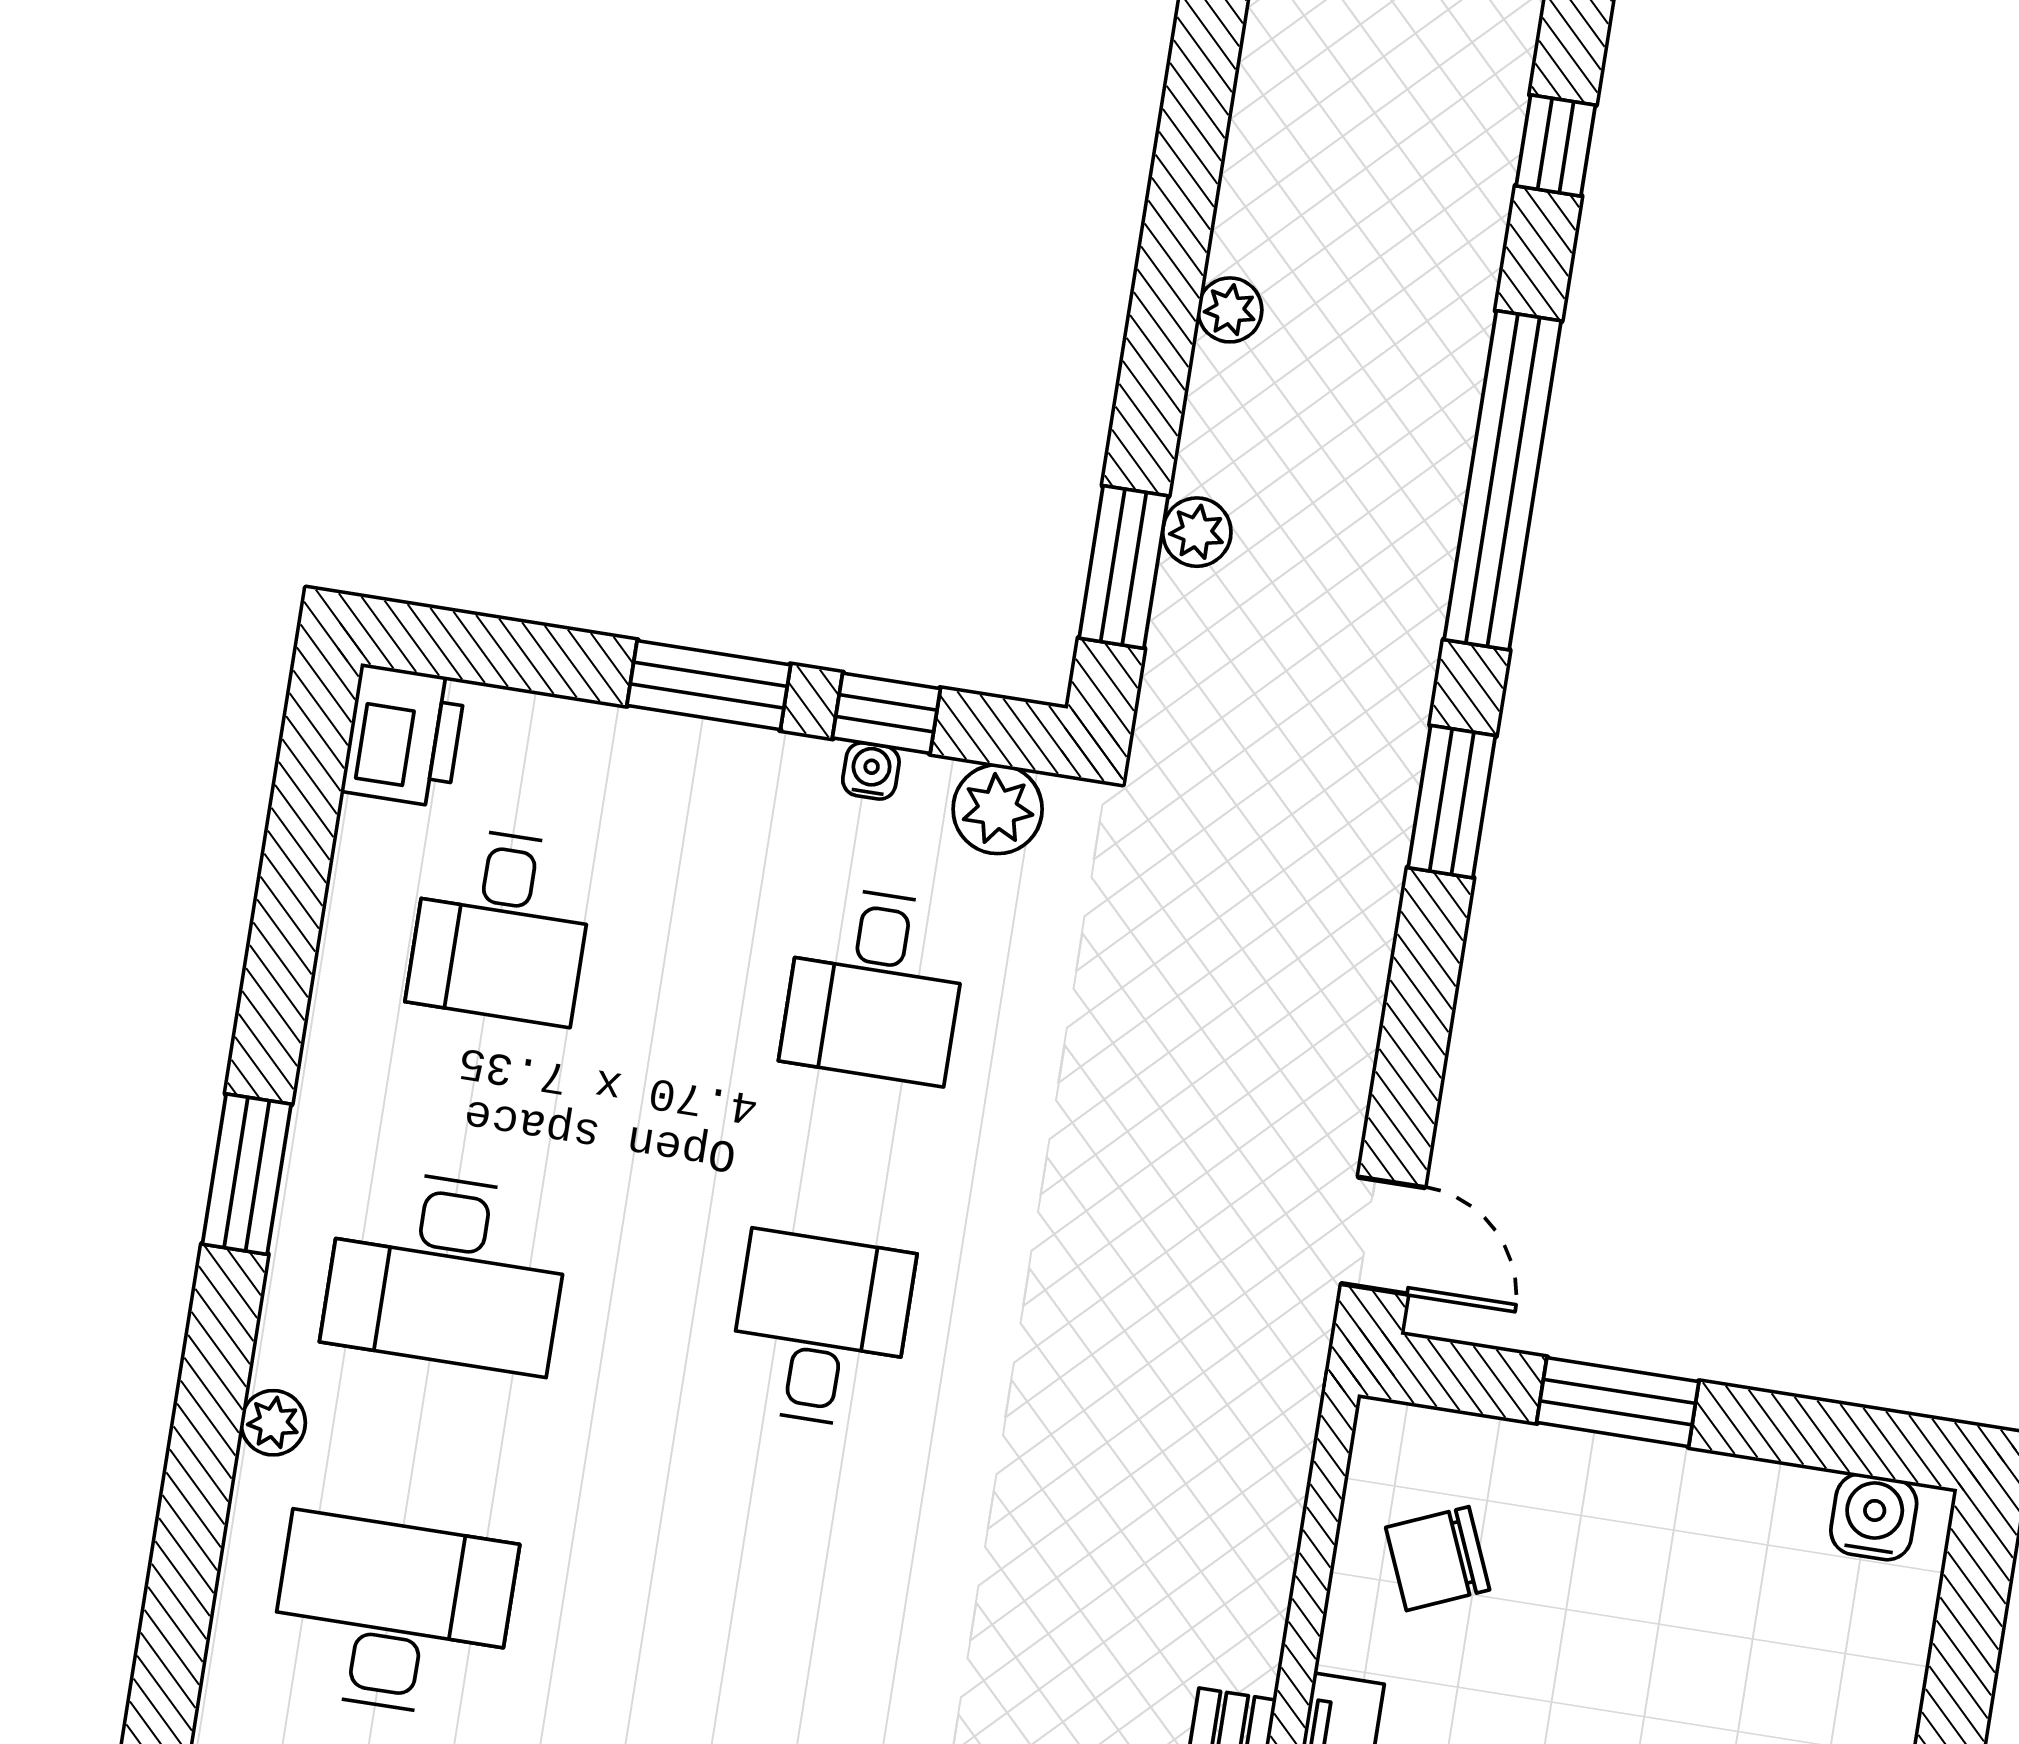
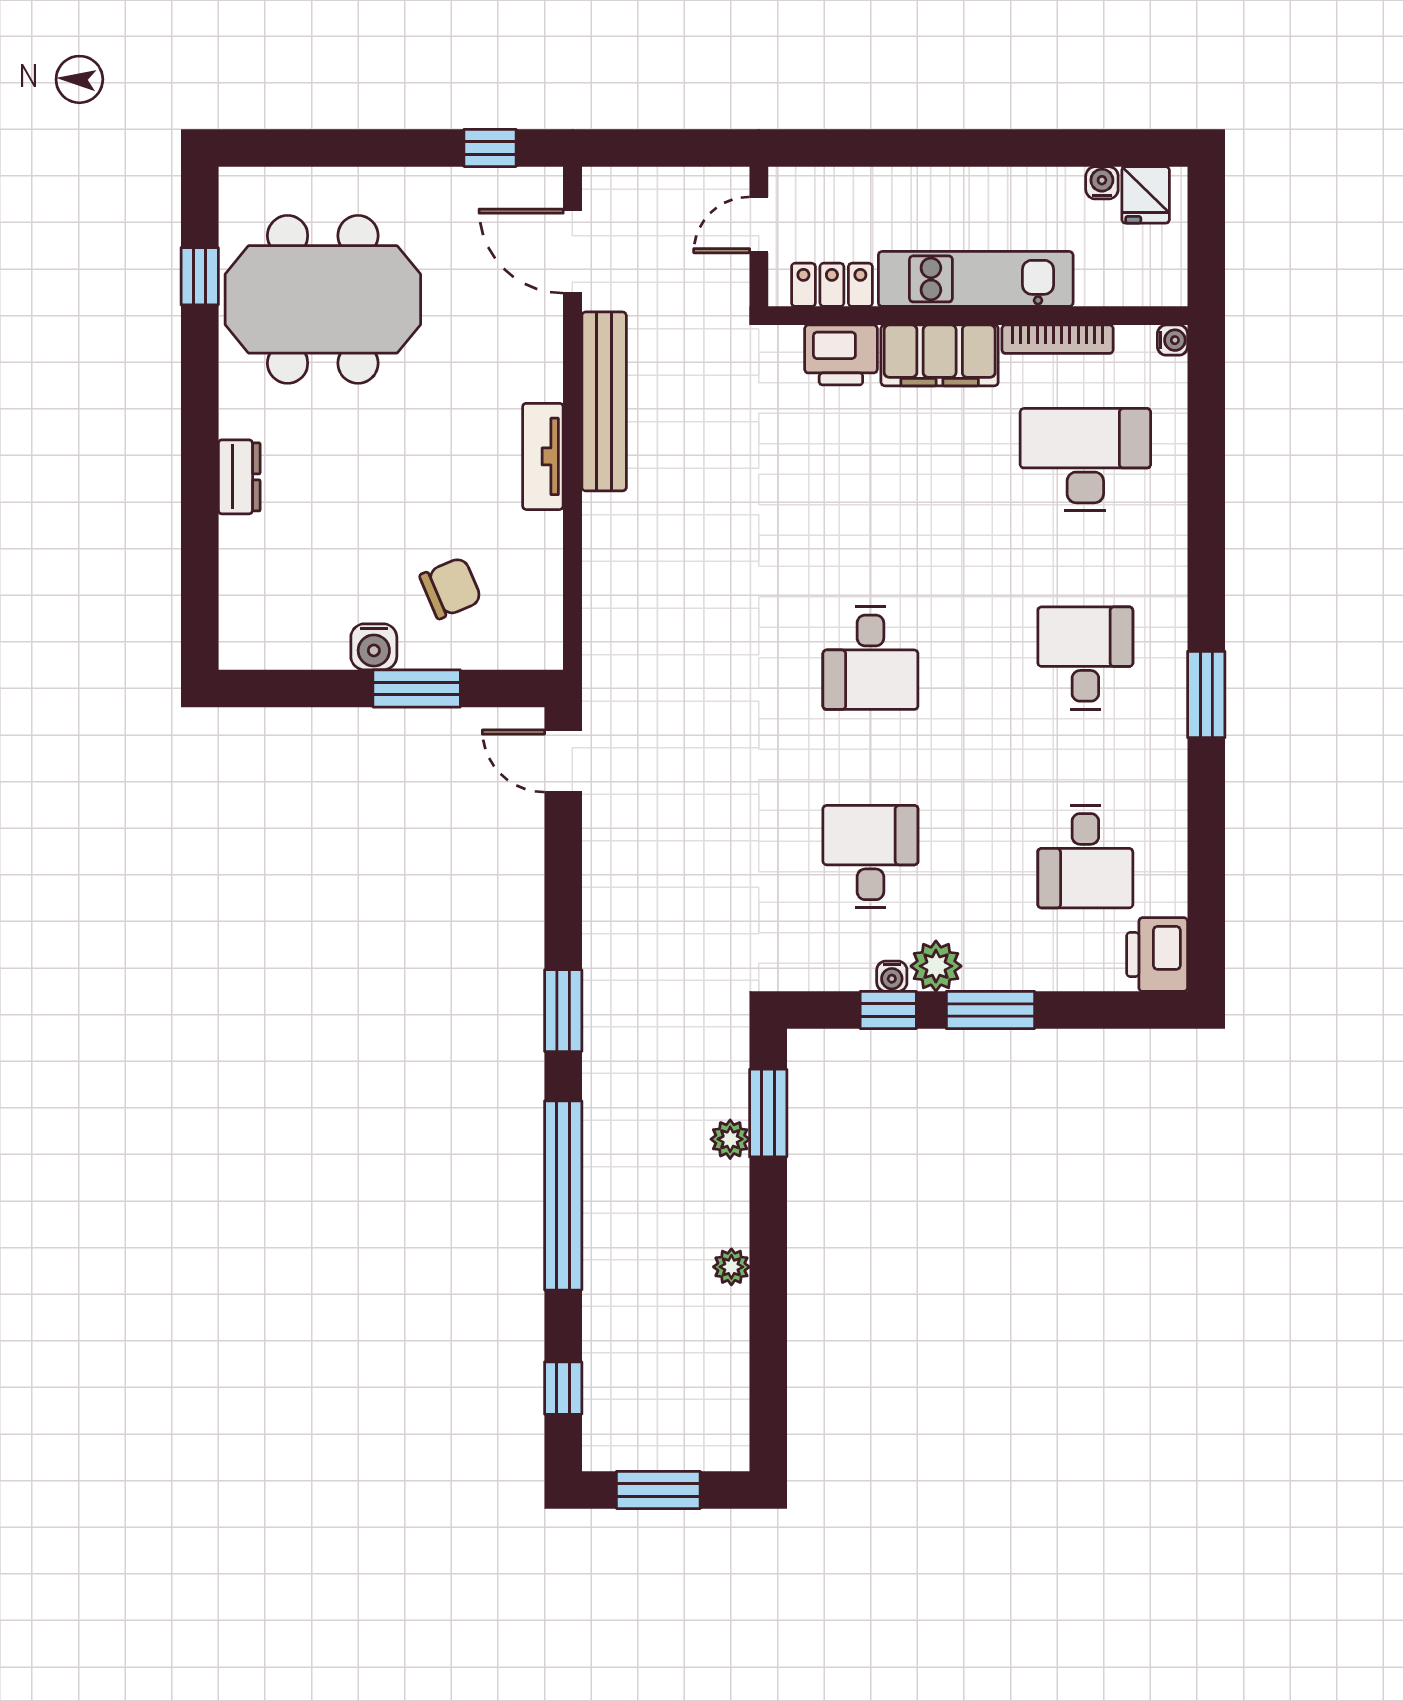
plant: (998, 809) -> (936, 966), moved
desk: (502, 926) -> (1085, 857), turned 180
desk: (447, 1271) -> (1085, 658), width x0.73
plant: (273, 1423) -> (1169, 557), removed
water cooler: (1874, 1517) -> (374, 647), moved
chair: (1438, 1559) -> (451, 588), moved
desk: (392, 1616) -> (1085, 460), turned 180

